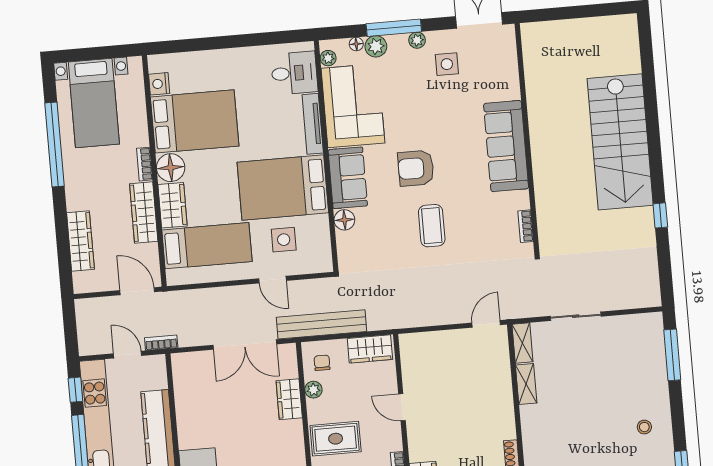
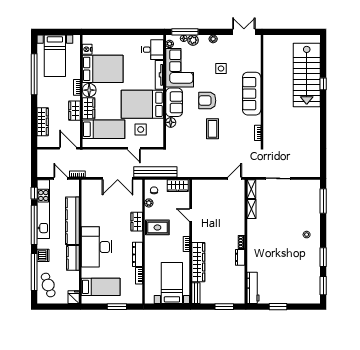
window: (394, 28) -> (185, 32), moved
side table: (447, 64) -> (221, 68), moved
stairs: (620, 142) -> (307, 75), moved
wardrobe: (144, 212) -> (74, 111), width x0.67
window: (660, 215) -> (323, 84), moved
wardrobe: (289, 399) -> (137, 222), moved

